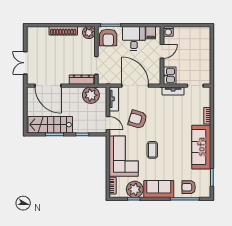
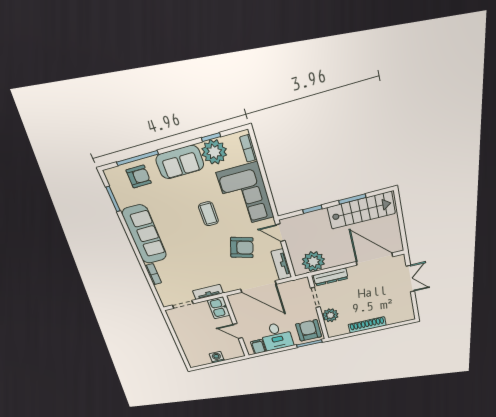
washing machine: (168, 31) -> (217, 357), moved
plant: (89, 33) -> (330, 315), moved
door: (162, 51) -> (238, 331), hinge flipped

